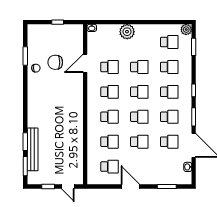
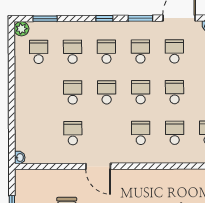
plant: (127, 32) -> (25, 109), removed
door: (85, 63) -> (98, 166), moved
school desk: (109, 92) -> (107, 133), removed

